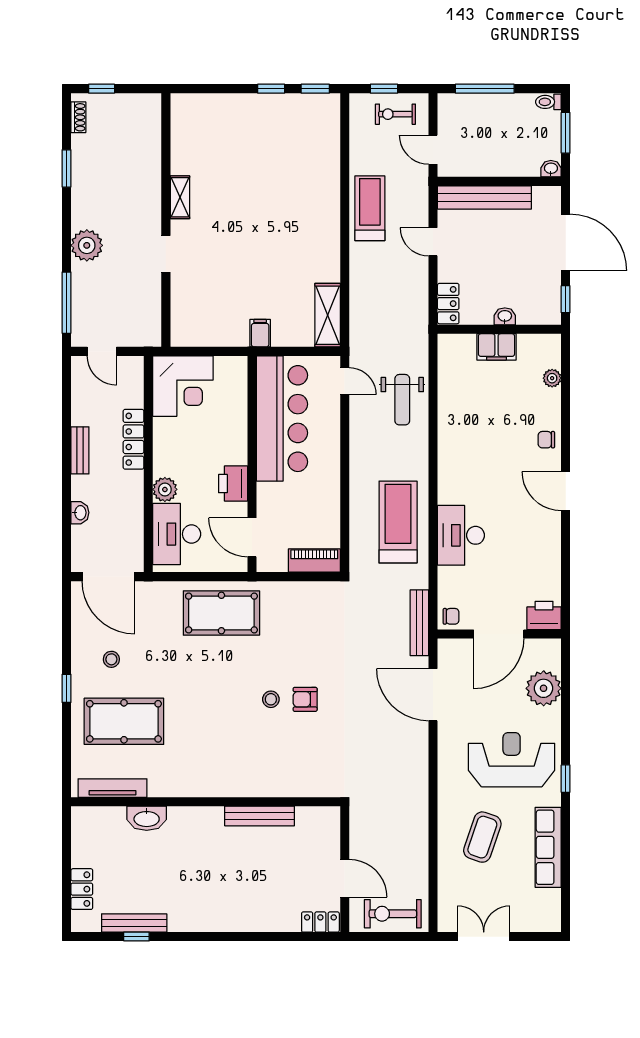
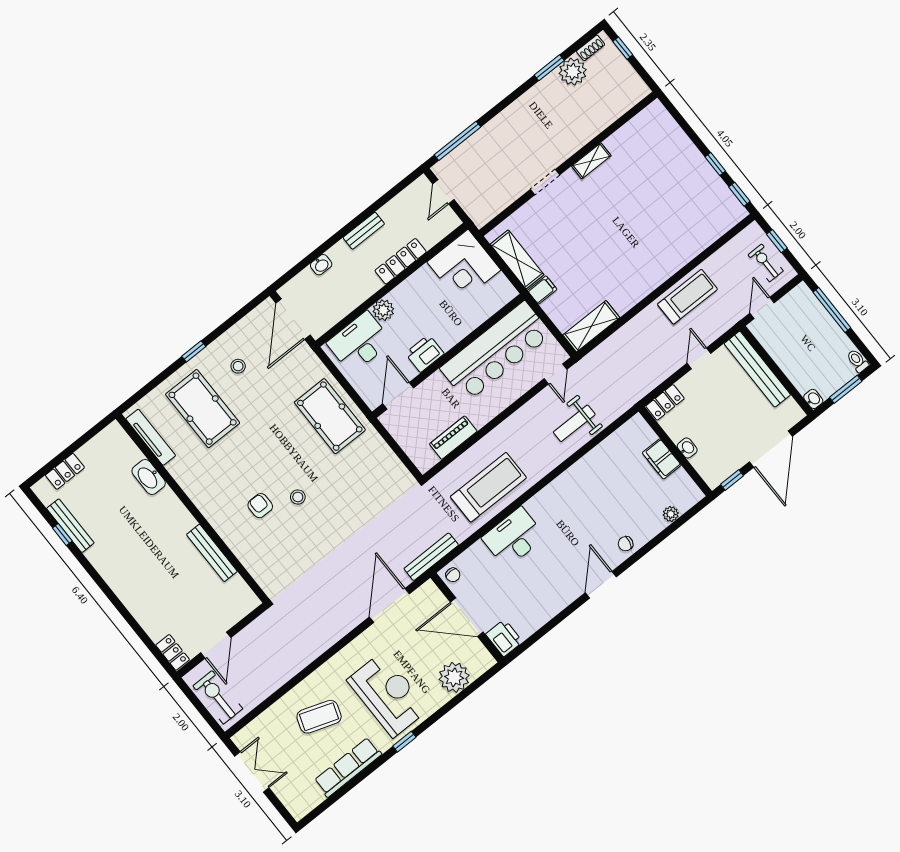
plant: (87, 245) -> (573, 72), moved
shelving: (215, 334) -> (517, 259), added
chair: (546, 440) -> (626, 544), turned -77
piano: (314, 561) -> (453, 438), moved, turned -90
armchair: (305, 699) -> (260, 506), moved

